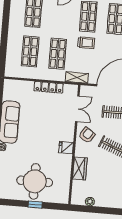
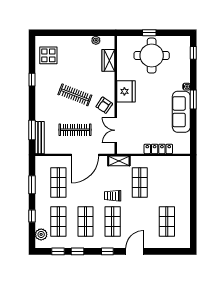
shop shelf: (30, 51) -> (167, 183), removed
locker: (49, 87) -> (158, 149), moved
fridge: (66, 147) -> (126, 91), width x1.88, depth x1.34
wardrobe: (80, 168) -> (108, 60), moved

